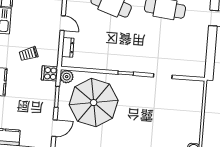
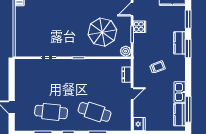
door: (63, 23) -> (132, 94), swing flipped
cooker: (50, 73) -> (139, 27), moved
parasol: (94, 103) -> (102, 32), width x0.73, depth x0.73

